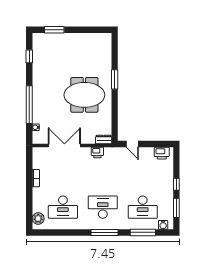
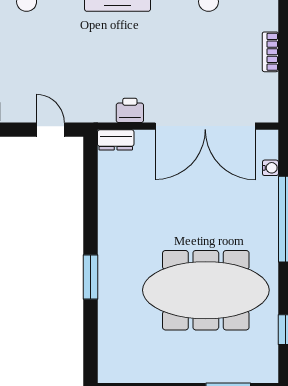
meeting table: (84, 95) -> (206, 290), moved, width x1.36
double door: (64, 146) -> (205, 126), width x1.36

